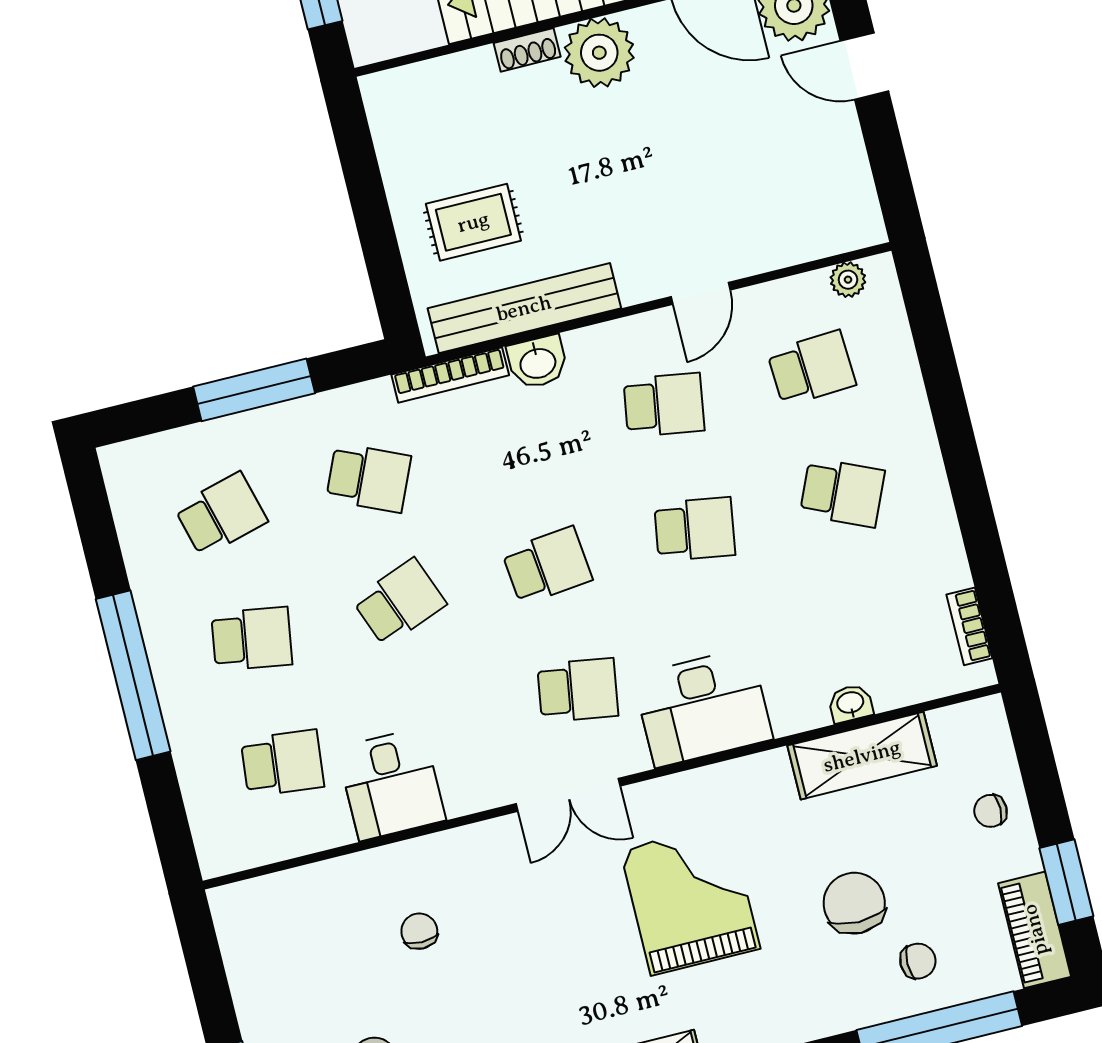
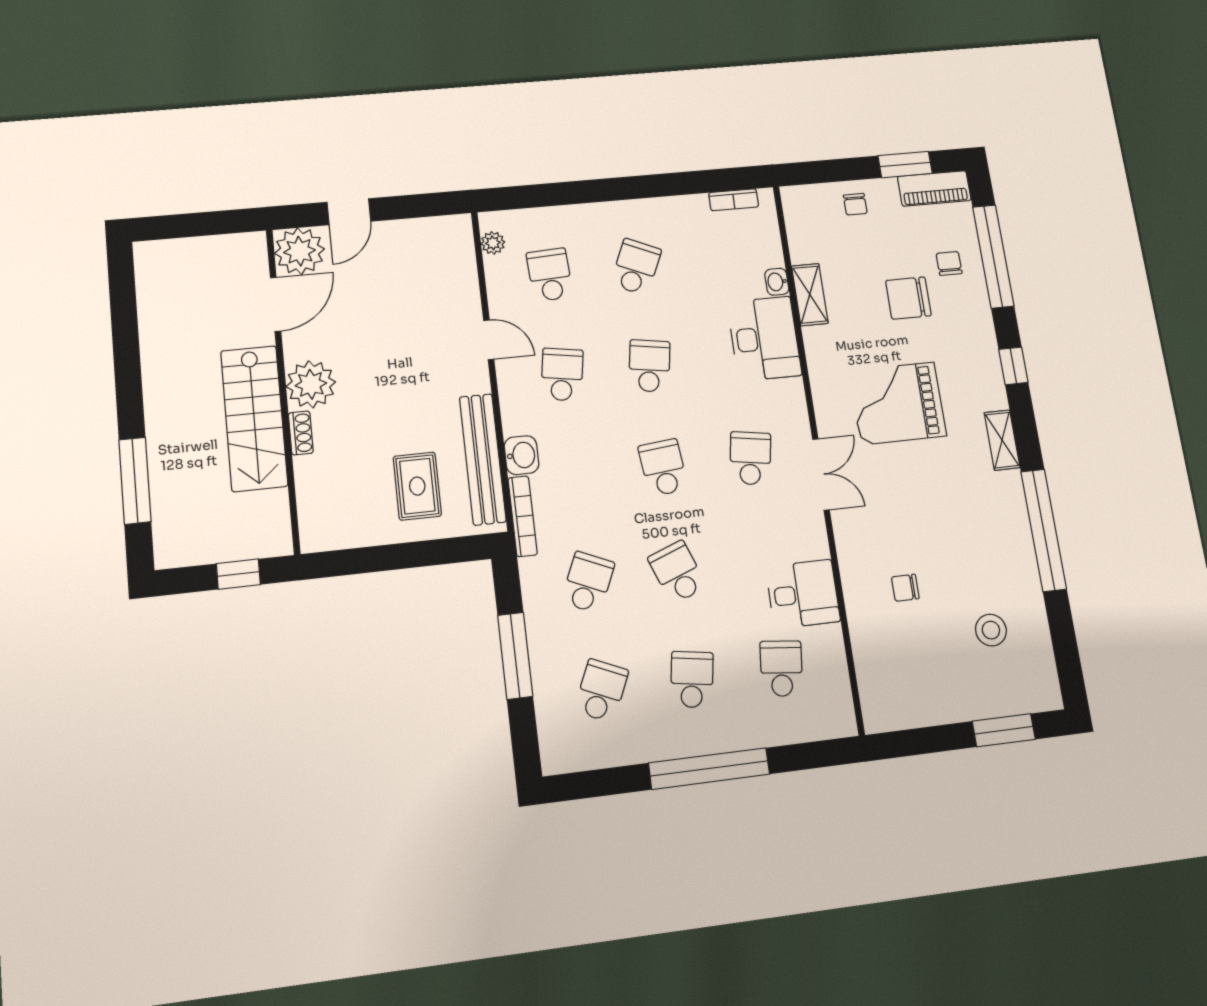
school desk: (221, 514) -> (601, 691), turned 39
desk: (703, 707) -> (764, 339), moved
shelving: (862, 756) -> (810, 295), width x0.67, depth x0.75

